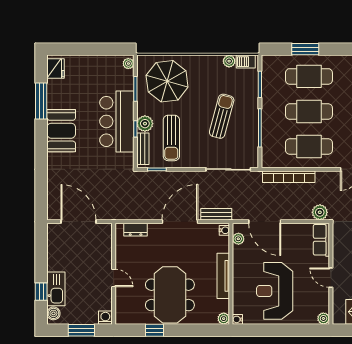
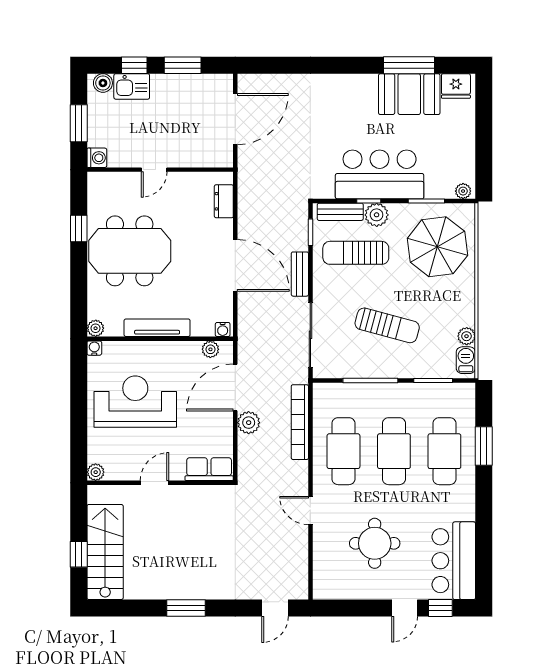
booth: (61, 131) -> (409, 94), moved
plant: (320, 212) -> (249, 423), moved
bench: (216, 214) -> (300, 274), moved
window: (41, 258) -> (183, 65), added
kitchen sink: (56, 289) -> (132, 86), width x0.73

